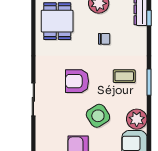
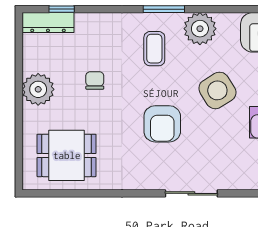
plant: (137, 119) -> (200, 29), moved

